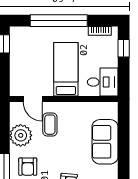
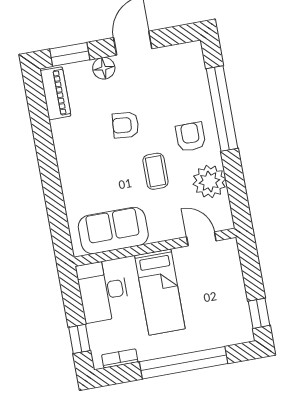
desk: (103, 82) -> (103, 291), width x1.37
coffee table: (50, 125) -> (155, 171), moved
sofa: (105, 142) -> (113, 231), moved, turned -90

